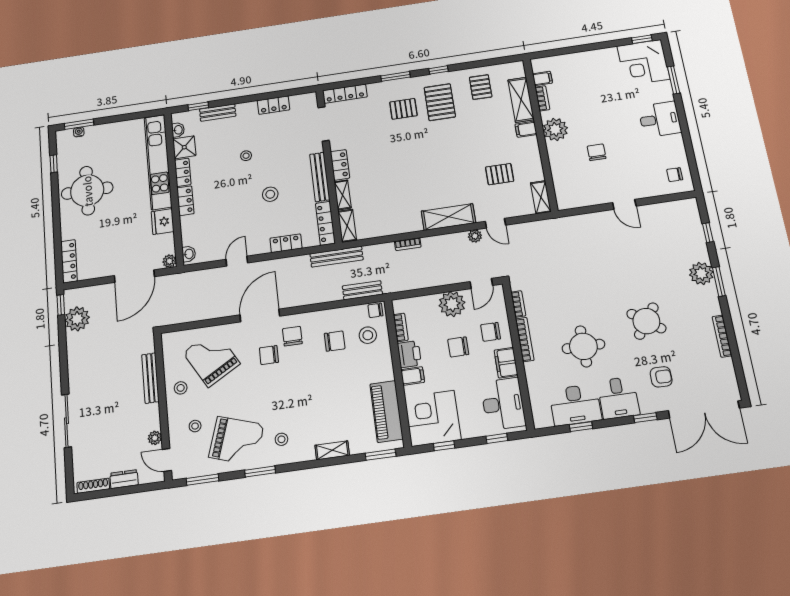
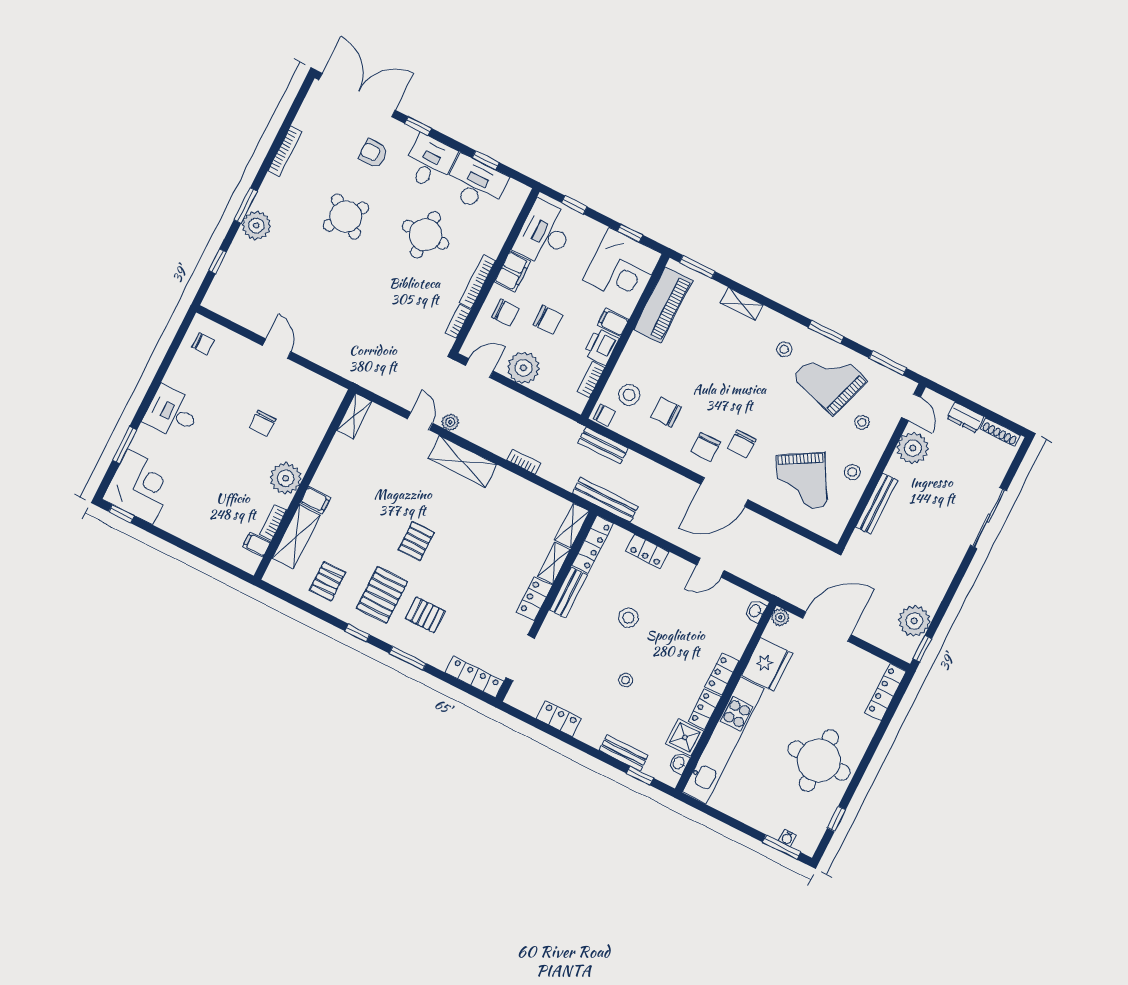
pallet: (500, 174) -> (416, 541), moved, turned 90
bench: (320, 177) -> (568, 592), width x0.73
fridge: (163, 222) -> (767, 664), width x1.36, depth x1.34
chair: (269, 355) -> (742, 444), turned 90
plant: (155, 438) -> (913, 448), width x1.88, depth x1.88

